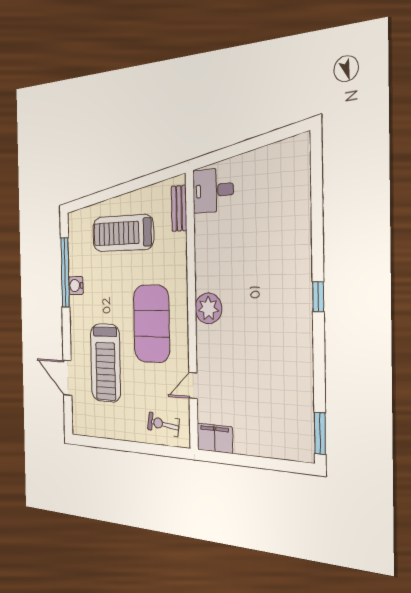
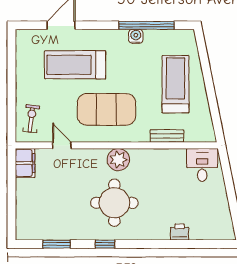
bench: (179, 208) -> (167, 136), moved
printer: (300, 217) -> (180, 232), added
window: (318, 297) -> (105, 244), moved
round table: (262, 314) -> (114, 203), added
window: (320, 433) -> (57, 244), moved

